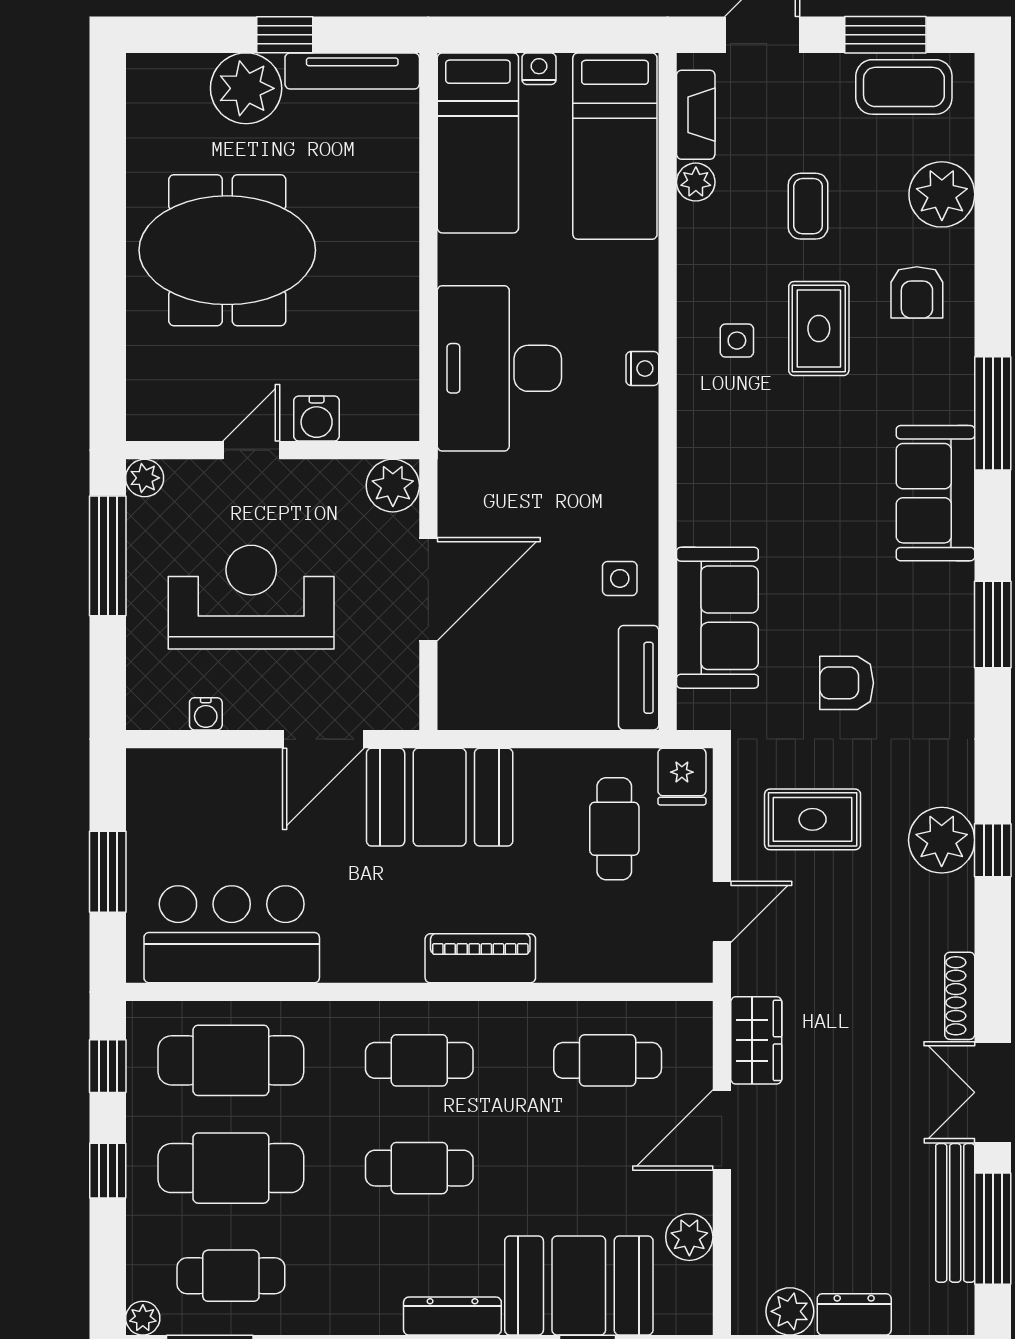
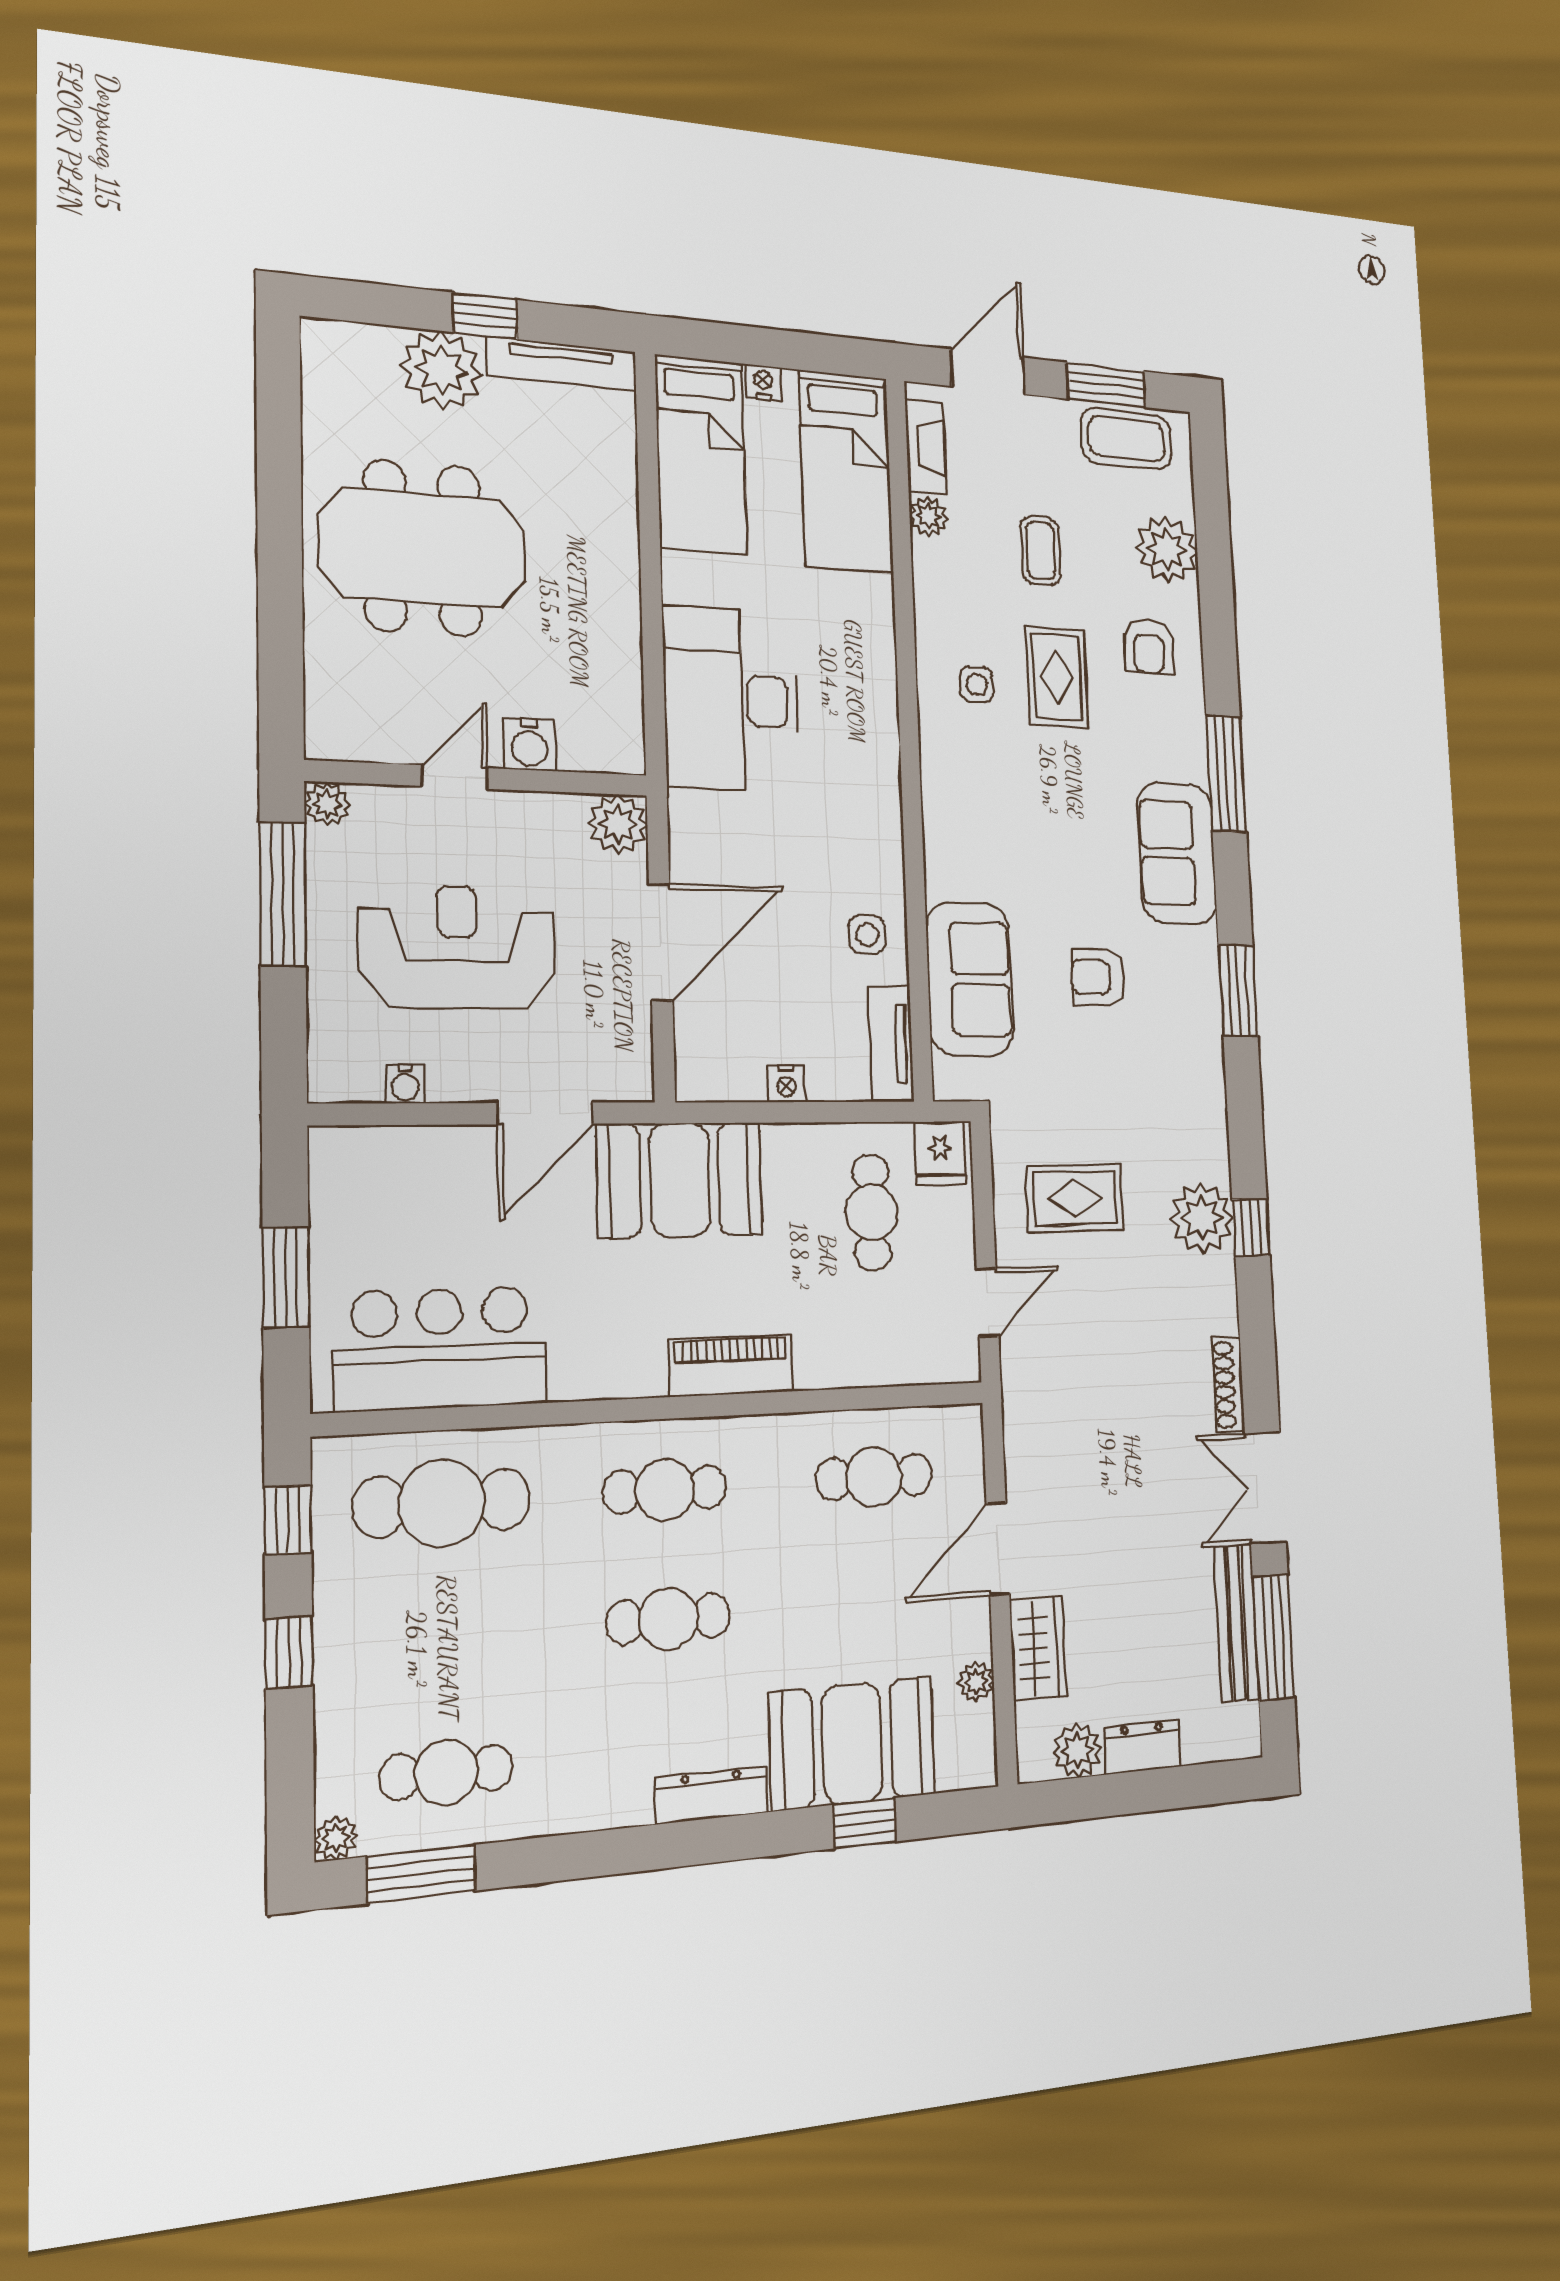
nightstand: (642, 369) -> (786, 1084), moved, turned 90
armchair: (847, 683) -> (1098, 977), moved
wardrobe: (756, 1040) -> (1038, 1648), moved
cafe table: (231, 1168) -> (444, 1637), removed
plant: (689, 1237) -> (976, 1682), width x0.73, depth x0.73

